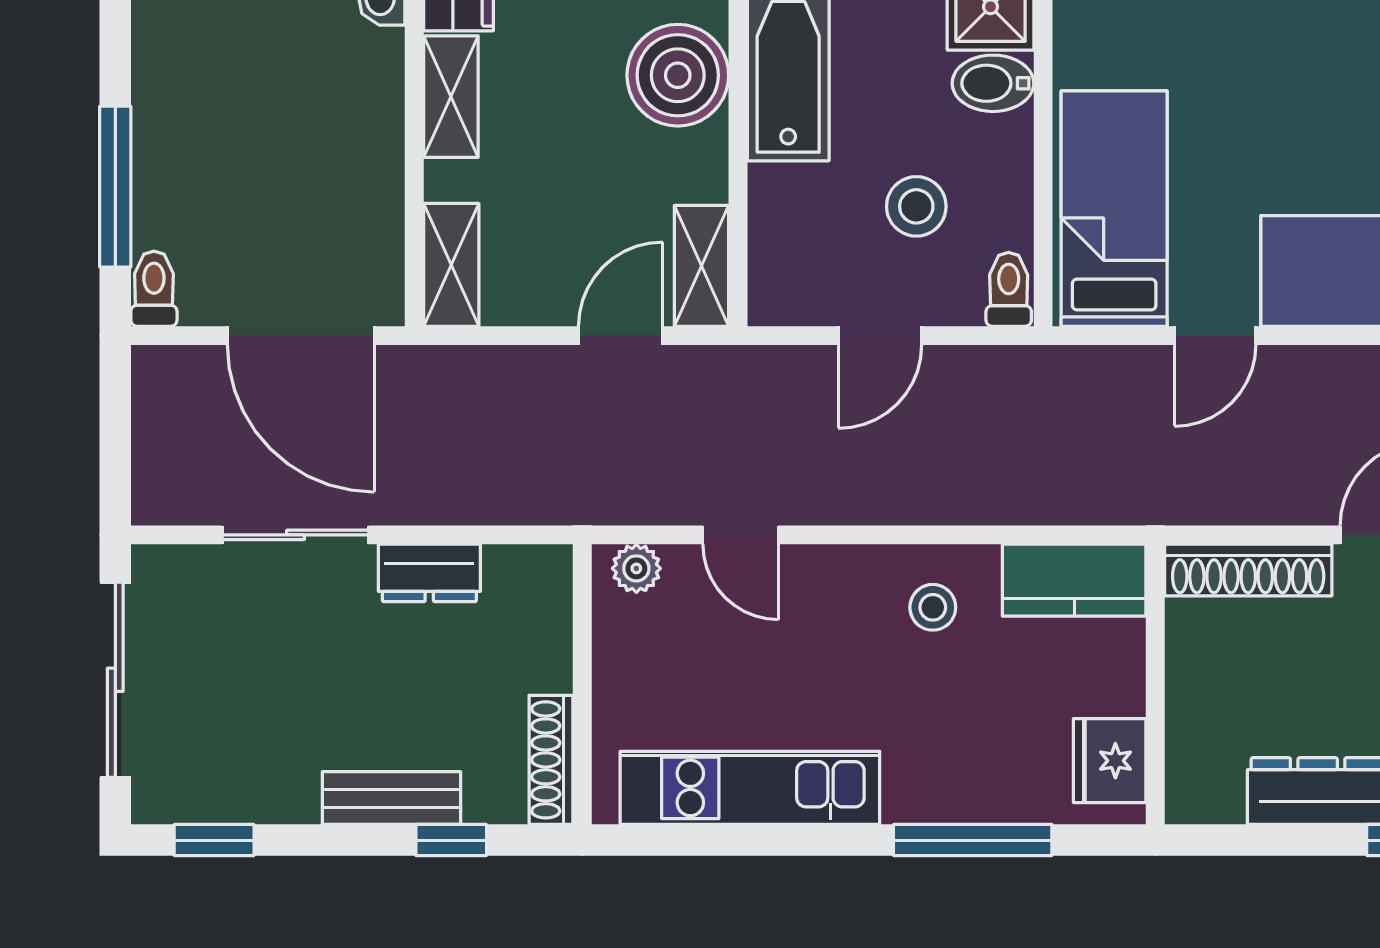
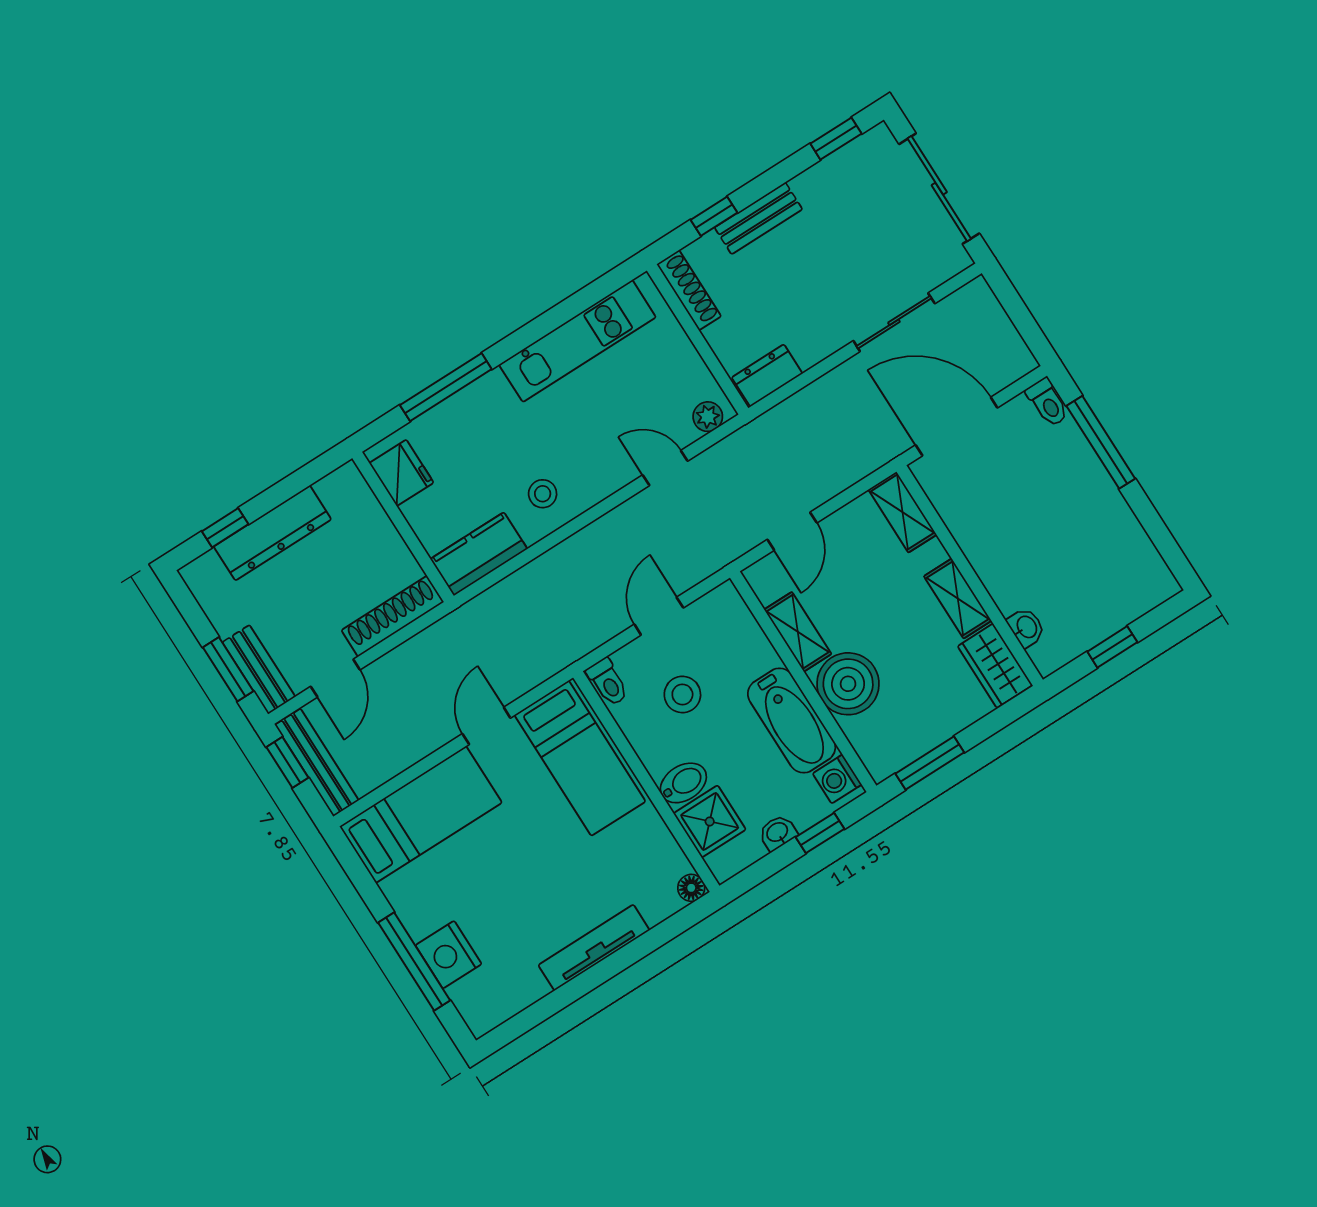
shelving: (701, 266) -> (798, 632), moved
dresser: (429, 573) -> (767, 376), moved

